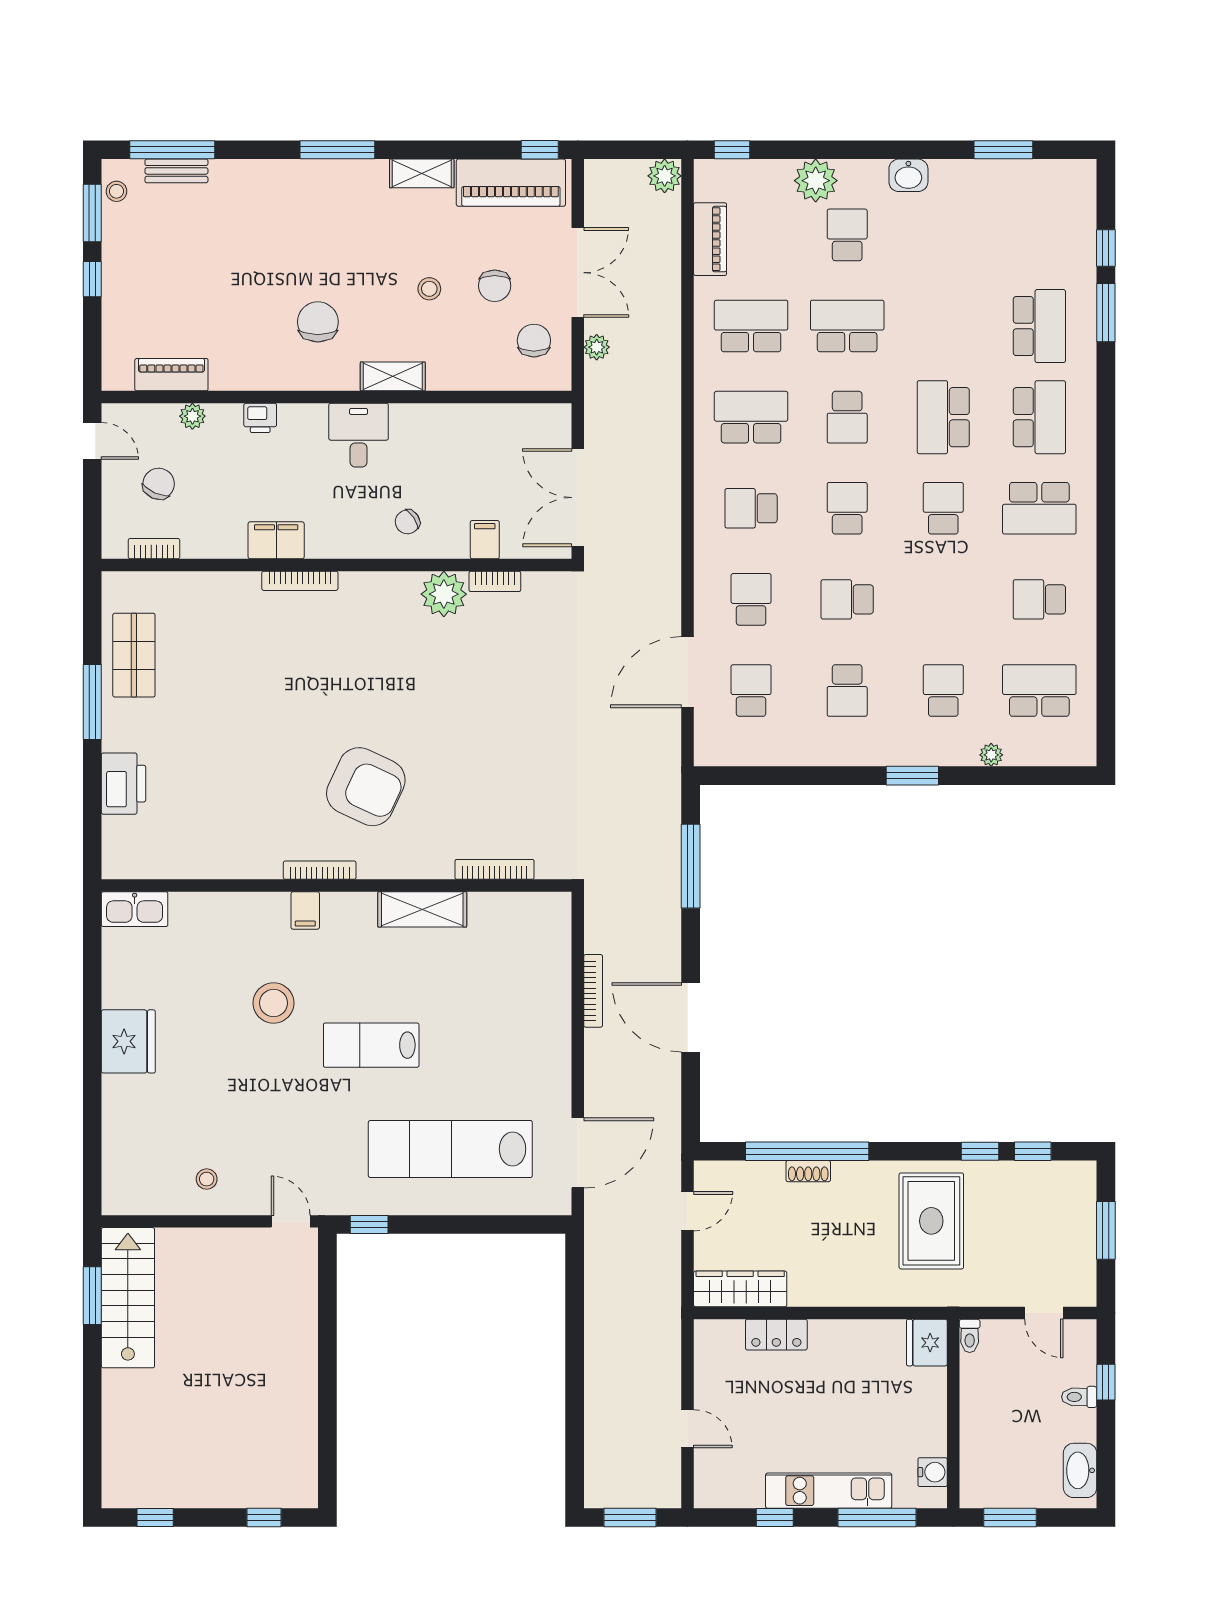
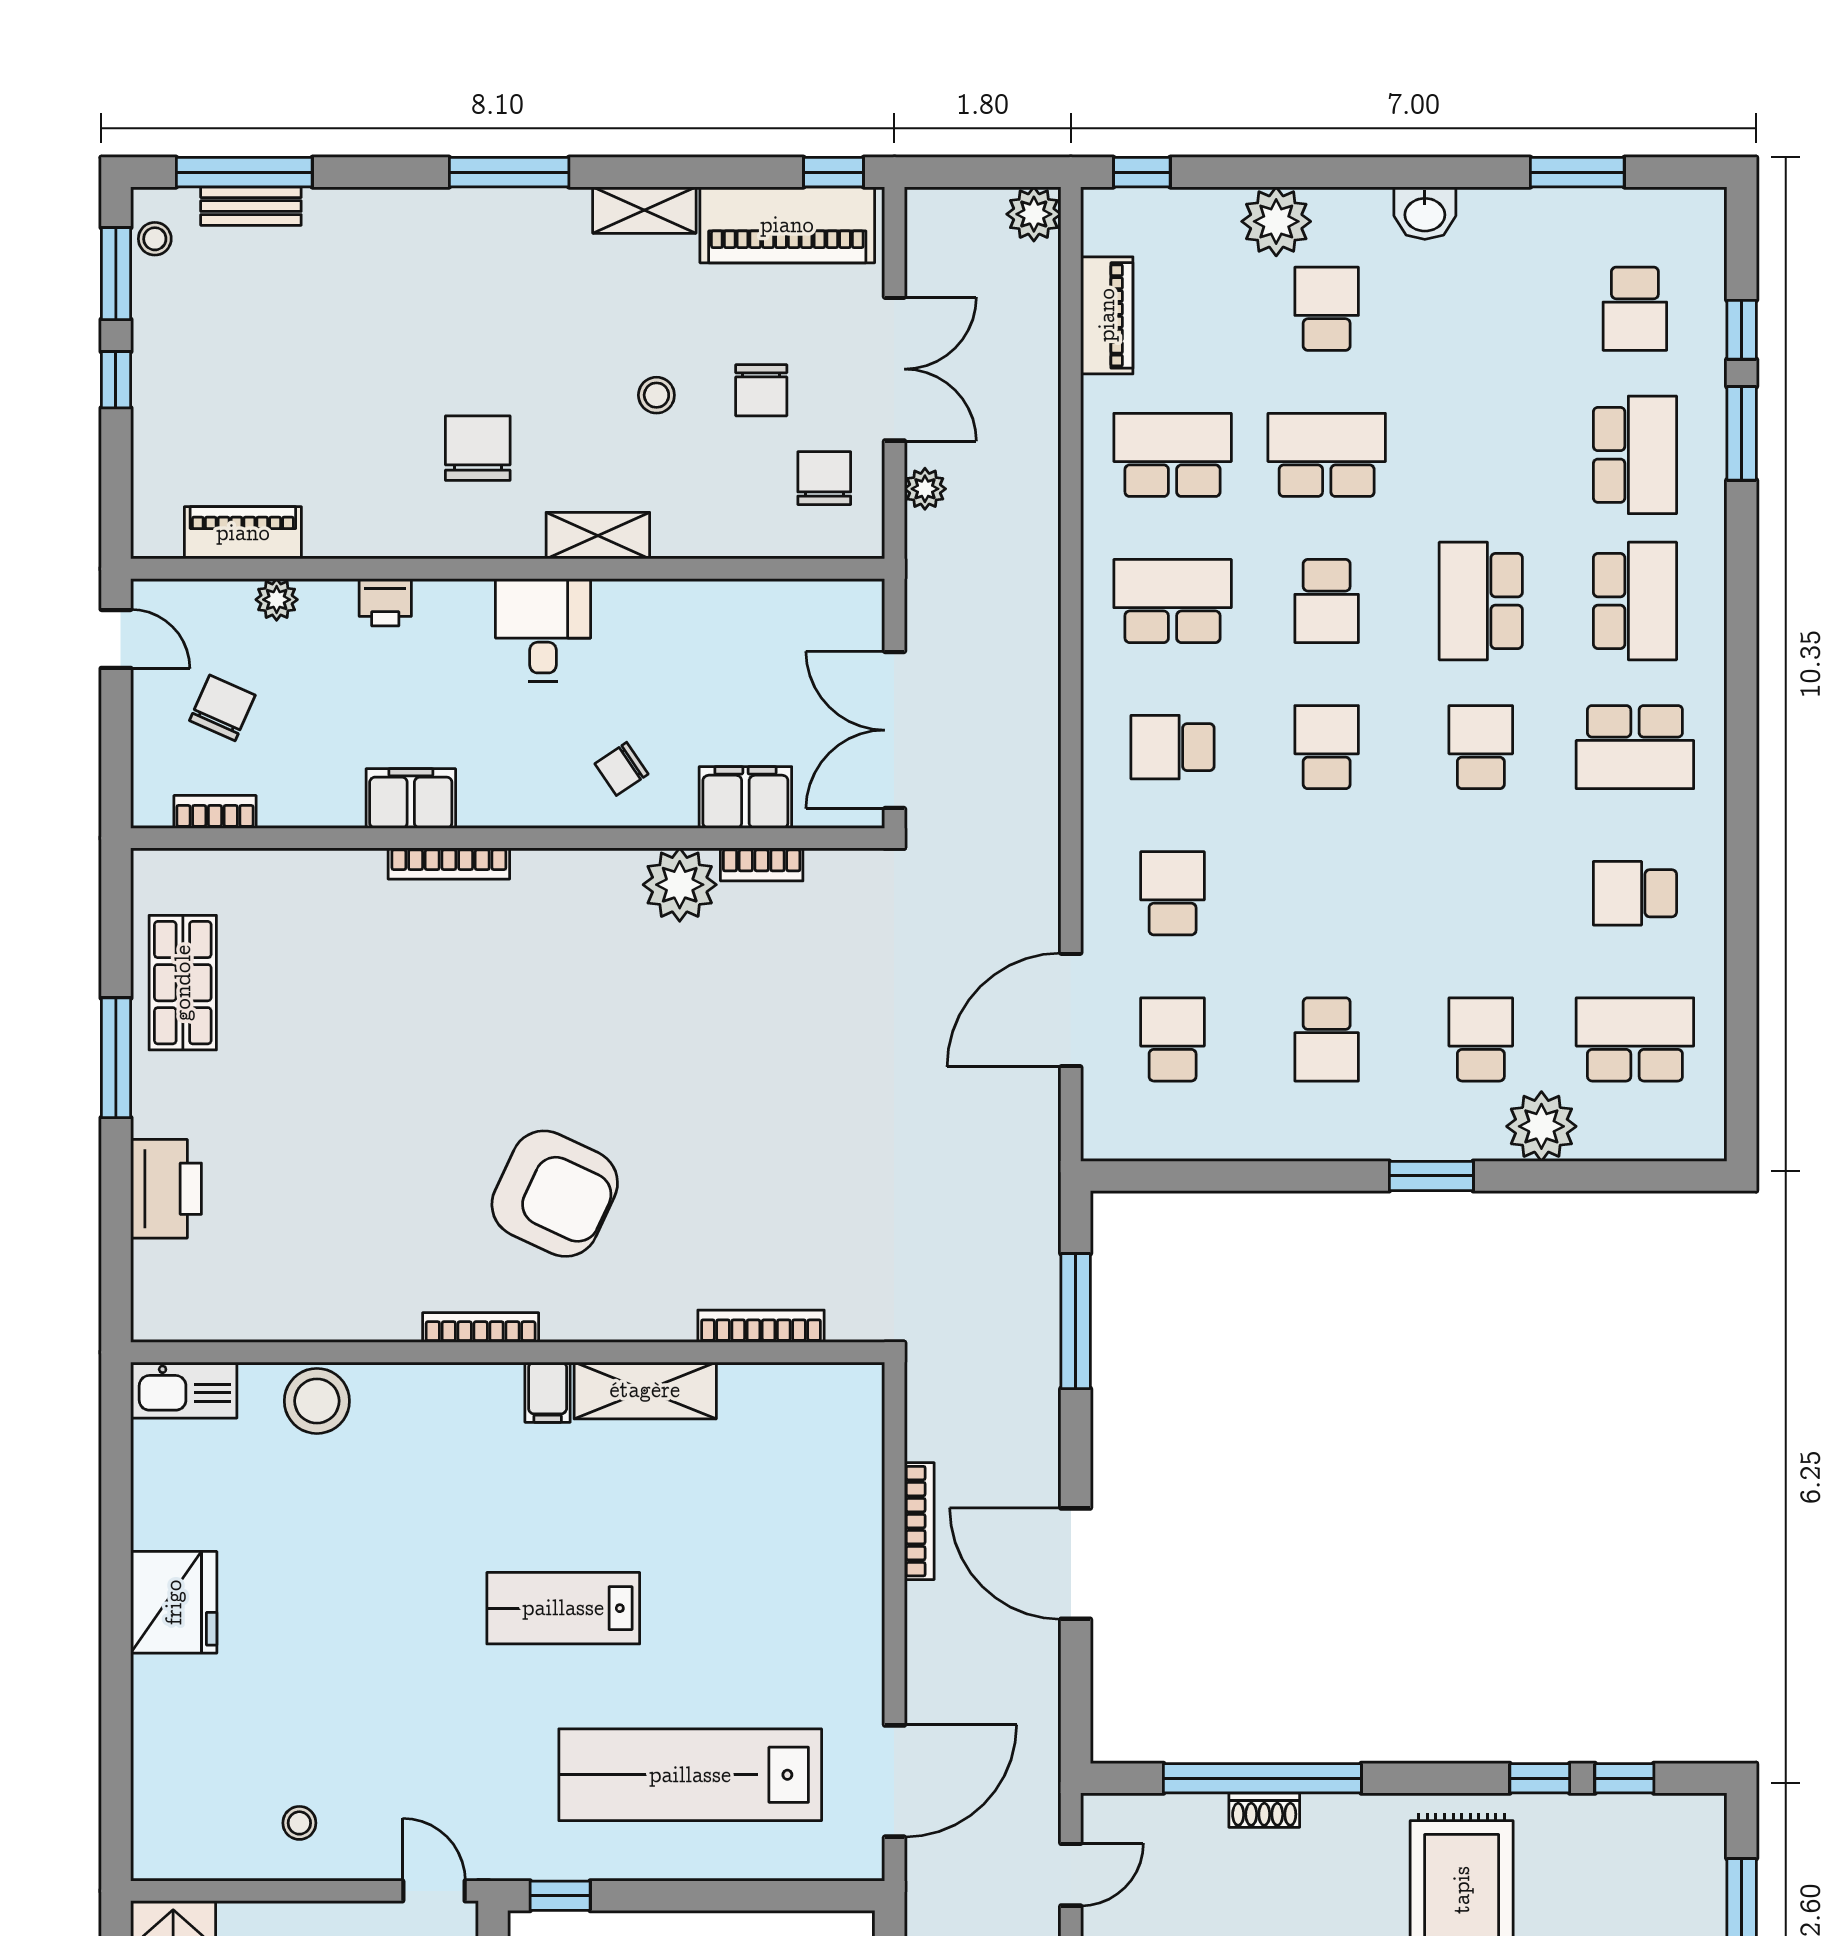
filing cabinet: (485, 540) -> (745, 797), width x2.00
school desk: (847, 599) -> (1635, 309), moved, turned -90
plant: (991, 755) -> (1541, 1126), width x1.88, depth x1.88
filing cabinet: (305, 910) -> (548, 1392), moved
stool: (274, 1003) -> (317, 1401), moved

